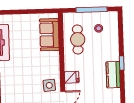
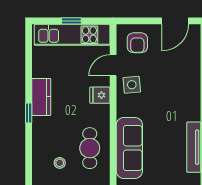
sofa: (49, 35) -> (129, 148), width x1.36

